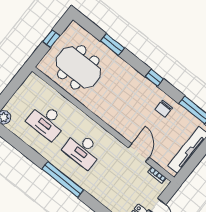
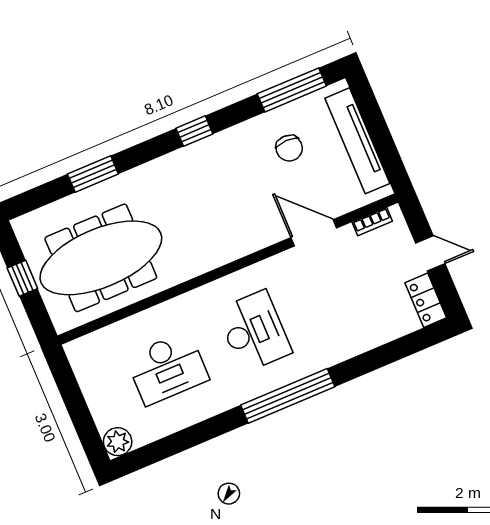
meeting table: (78, 67) -> (101, 258), width x1.36
chair: (164, 109) -> (289, 148), moved
desk: (83, 150) -> (254, 331), turned -90

